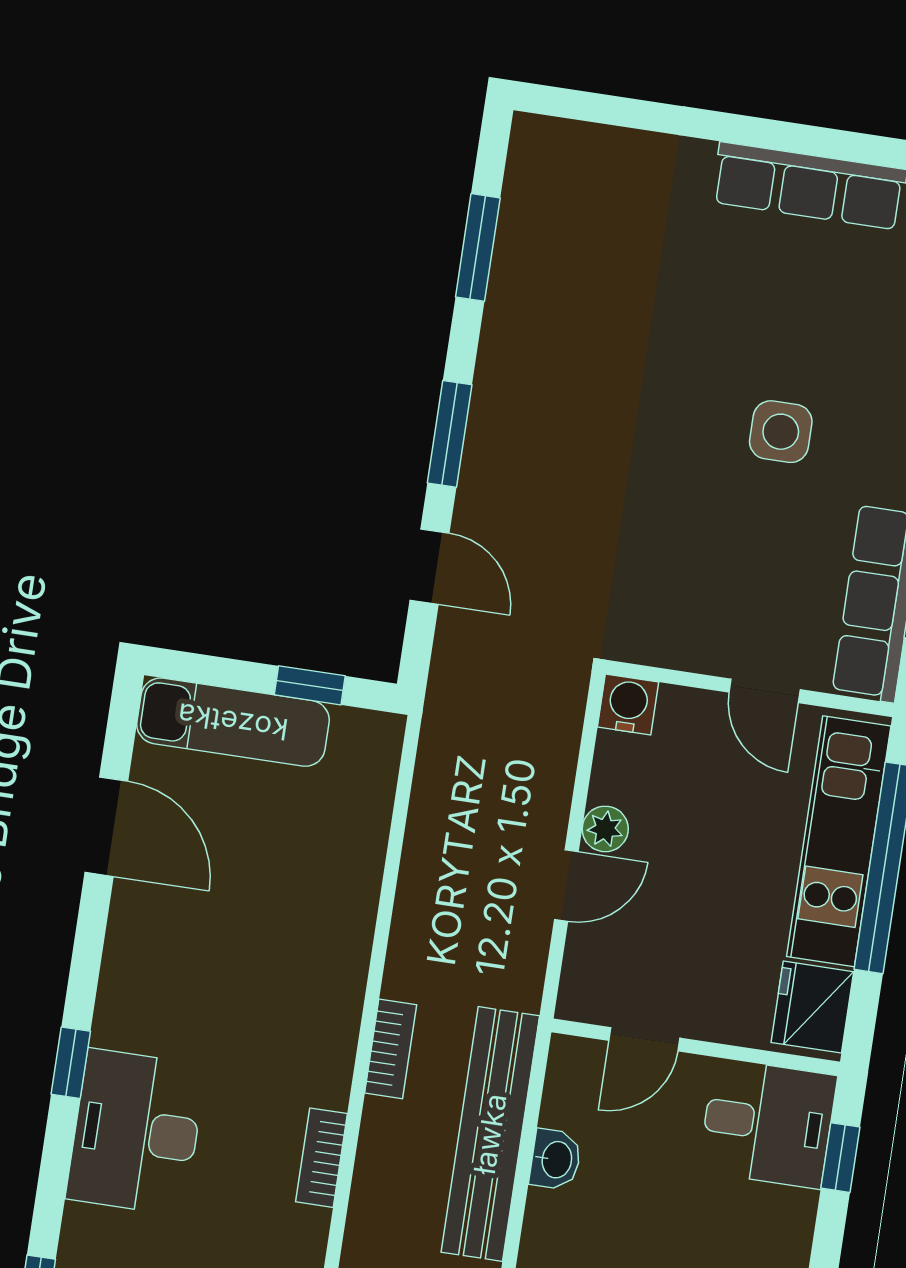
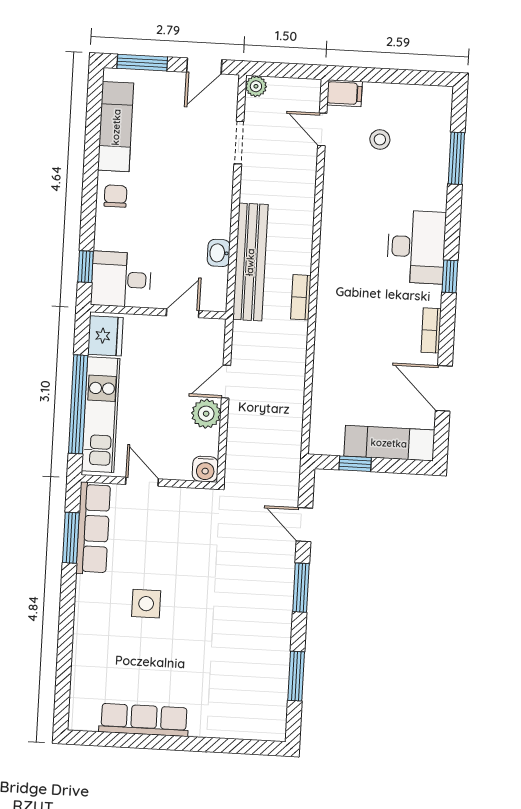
plant: (605, 829) -> (206, 414), width x1.38, depth x1.38
bookcase: (321, 1158) -> (431, 330), moved, turned 180

